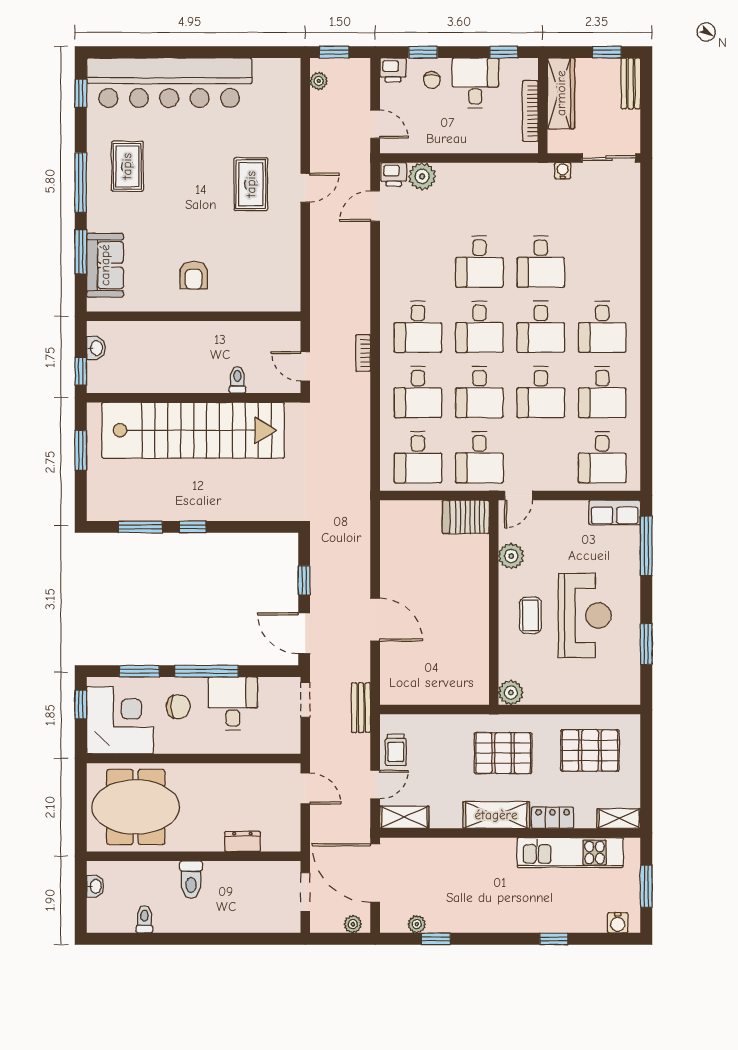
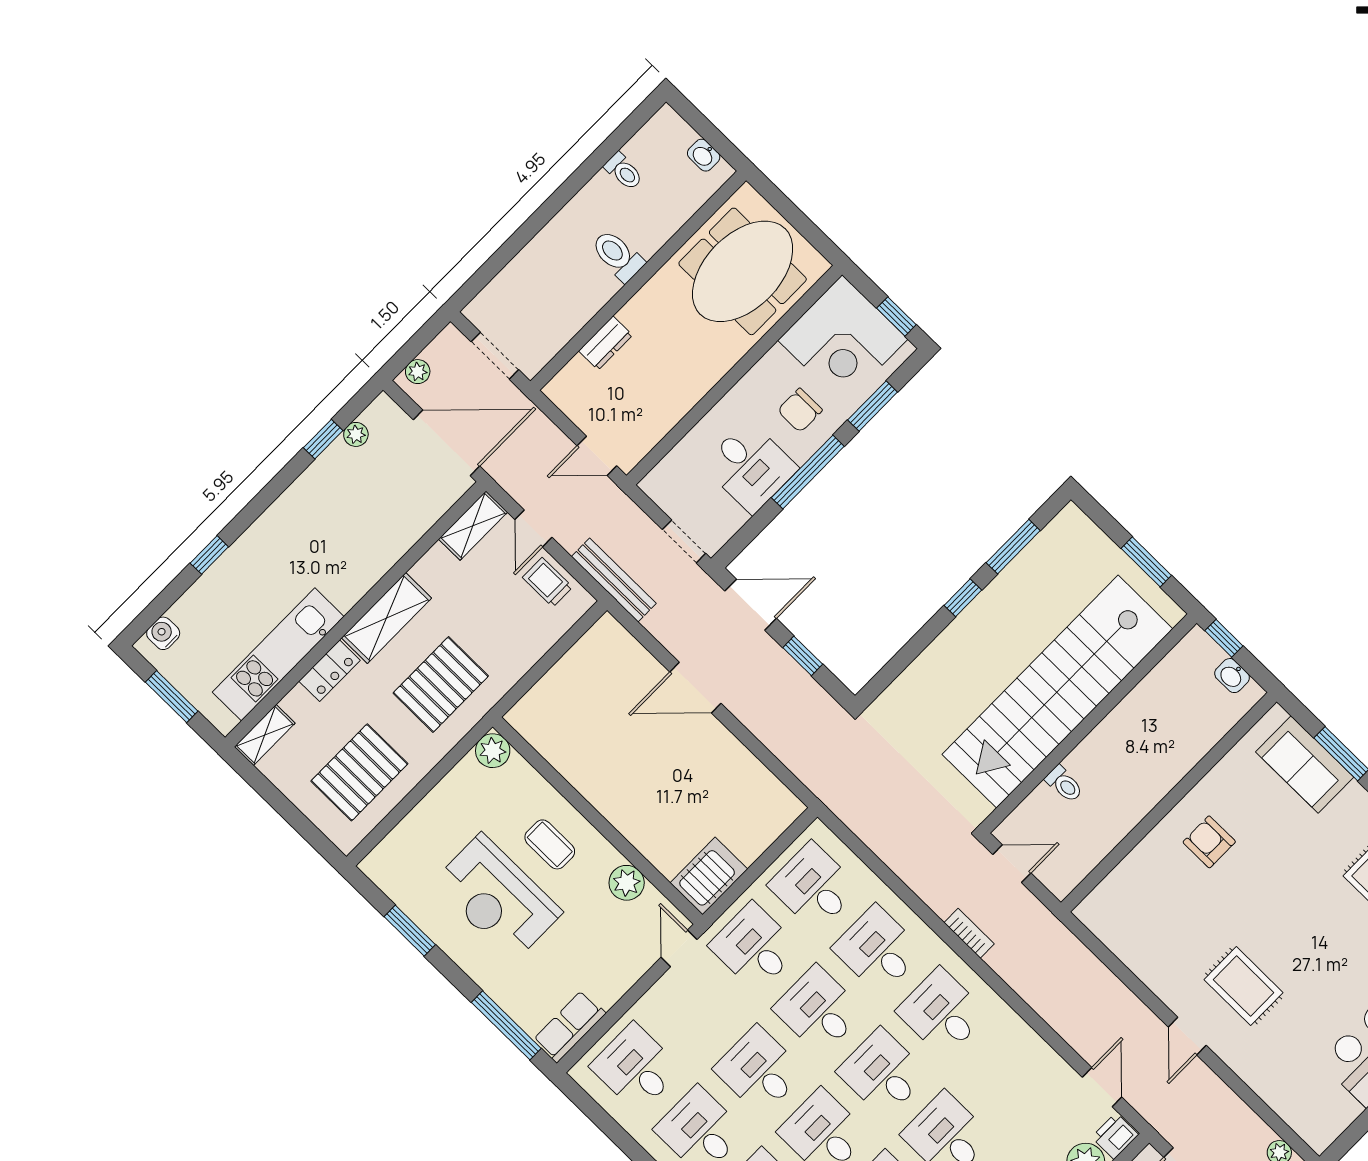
bench: (361, 708) -> (614, 580), width x1.36

